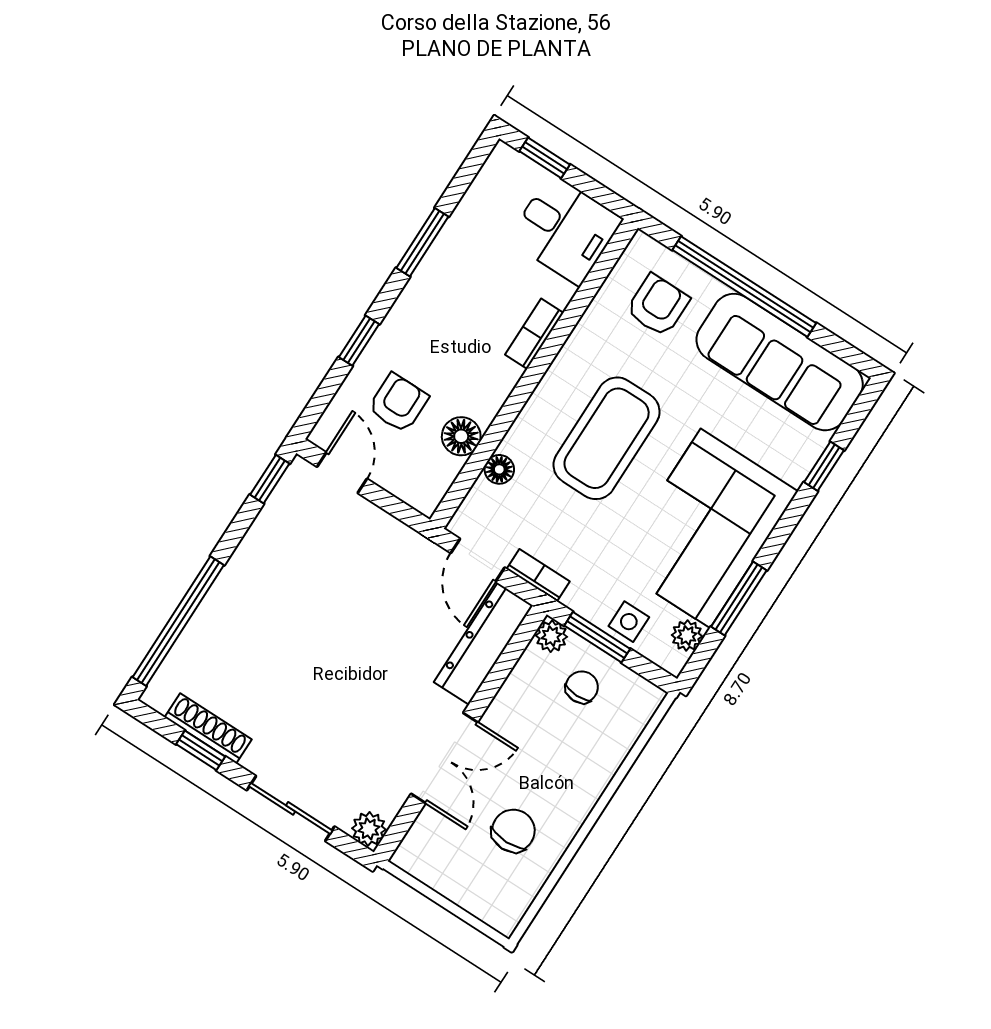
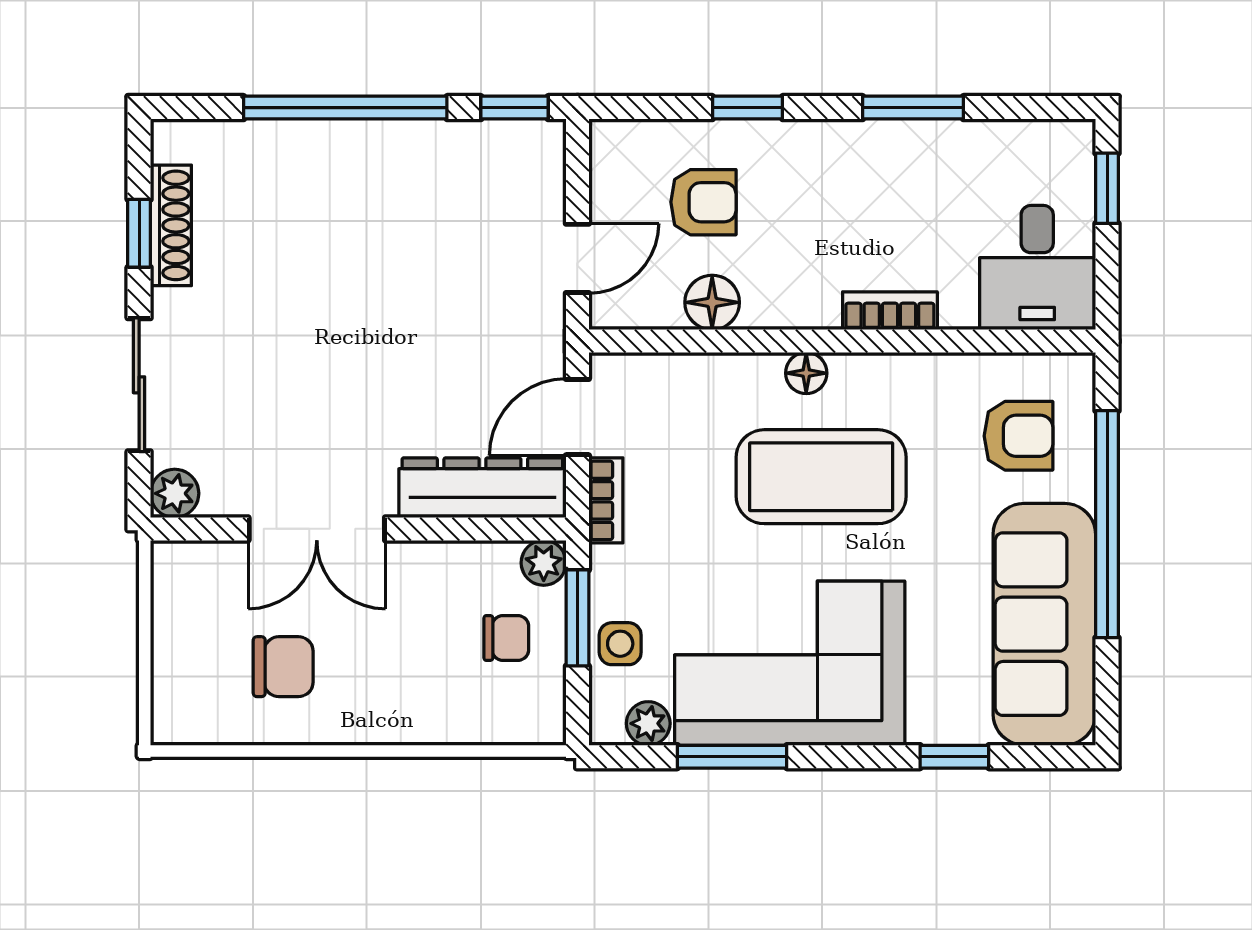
floor lamp: (499, 469) -> (806, 373), moved
door: (342, 473) -> (577, 258), moved
window: (178, 621) -> (345, 108), moved

